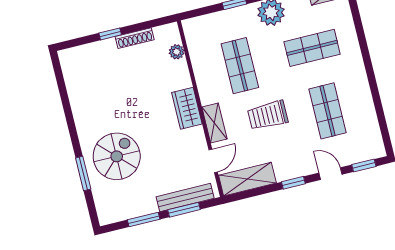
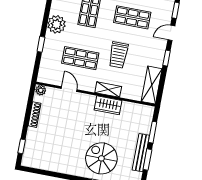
window: (110, 34) -> (22, 146), moved
plant: (177, 52) -> (41, 90), moved
wardrobe: (187, 108) -> (108, 105), moved
door: (213, 161) -> (69, 89), moved
bench: (185, 198) -> (141, 153), moved

